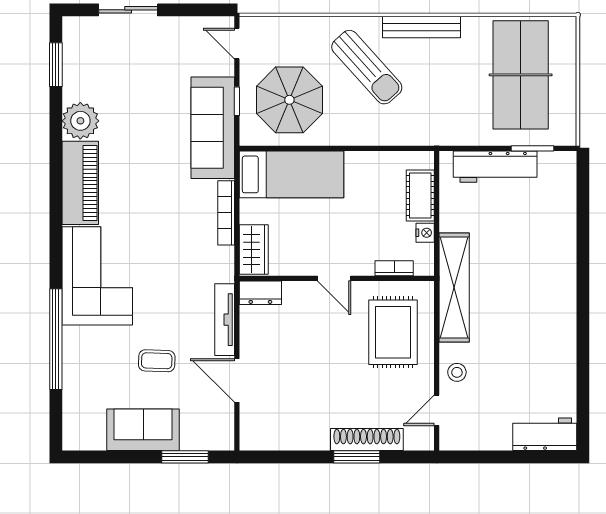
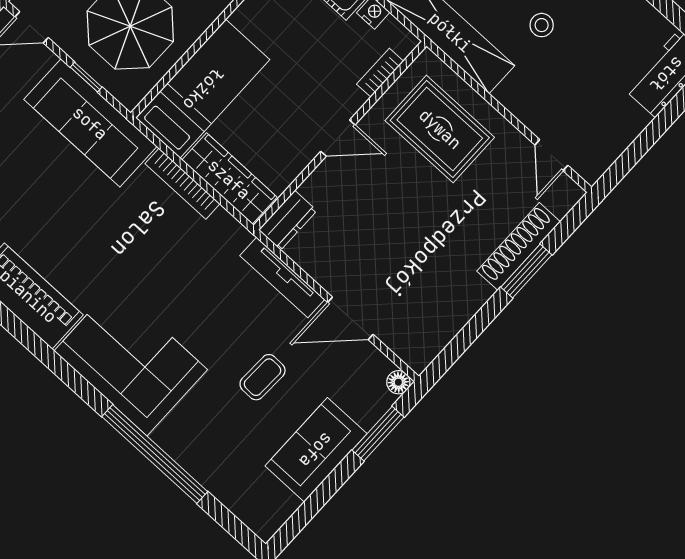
wardrobe: (254, 250) -> (229, 179), width x1.50
stool: (457, 372) -> (542, 25), moved
floor lamp: (225, 442) -> (398, 382), added

